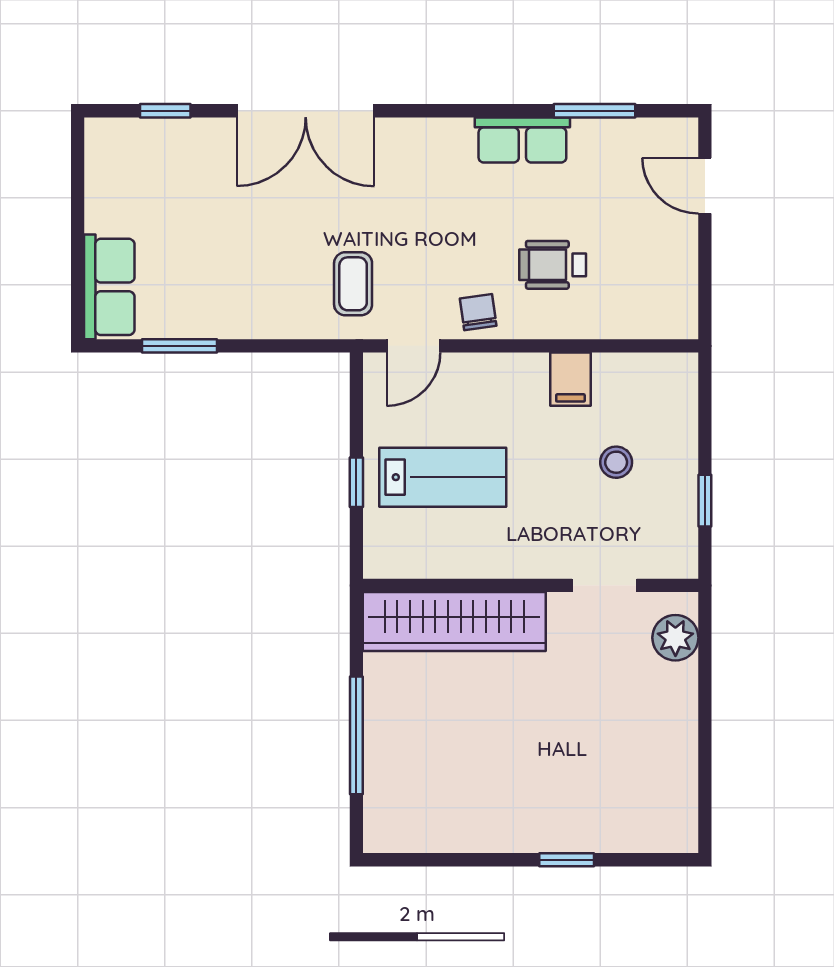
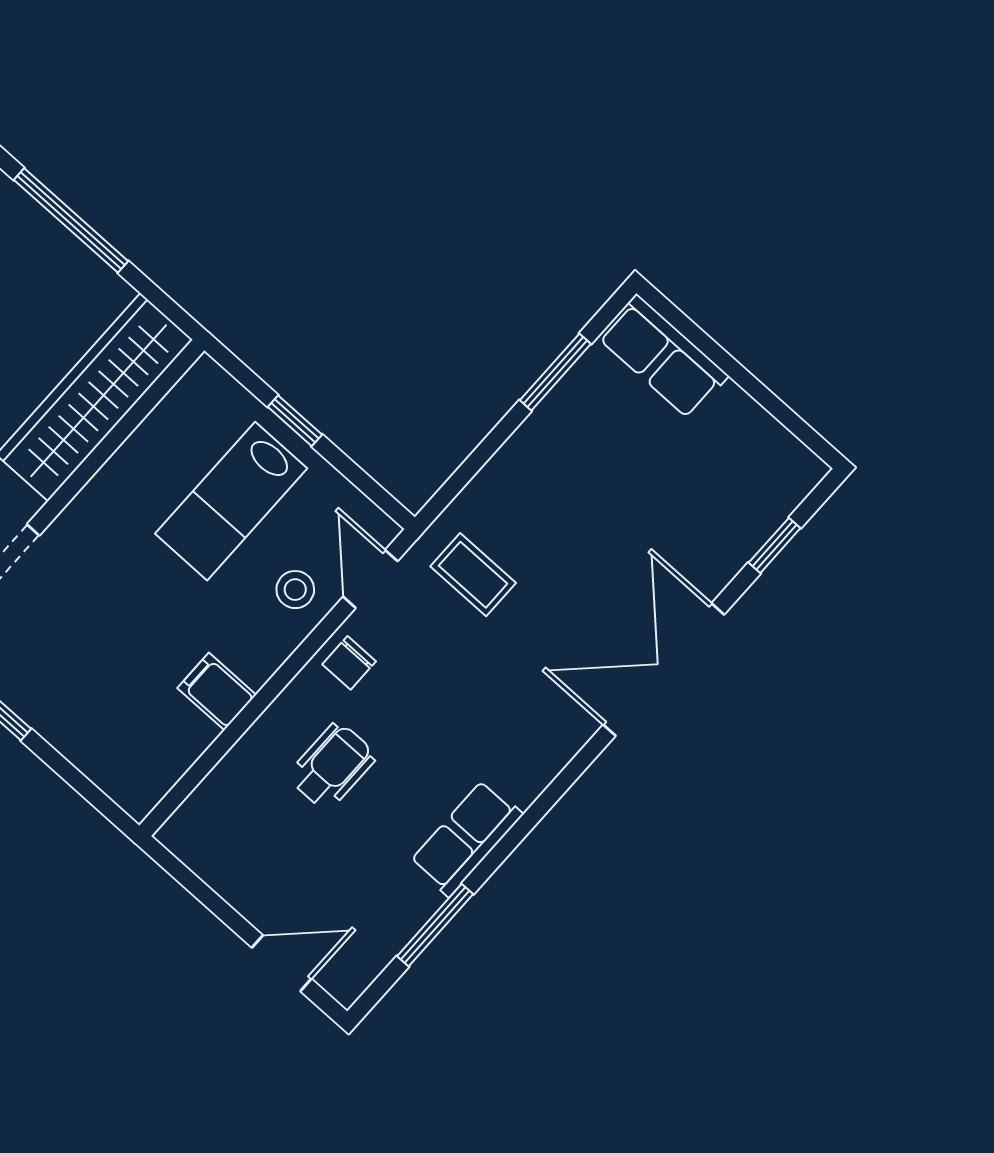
chair: (478, 312) -> (349, 663), turned 98
stool: (616, 462) -> (295, 590), moved

